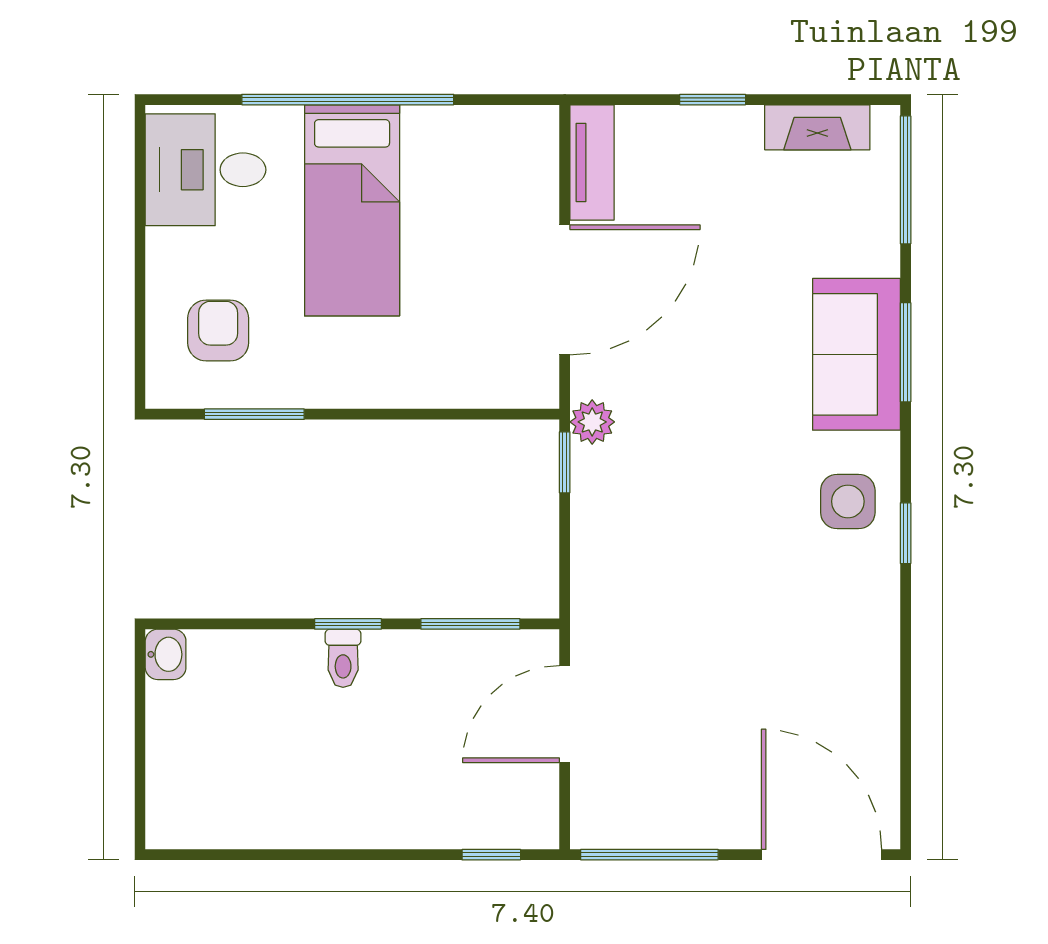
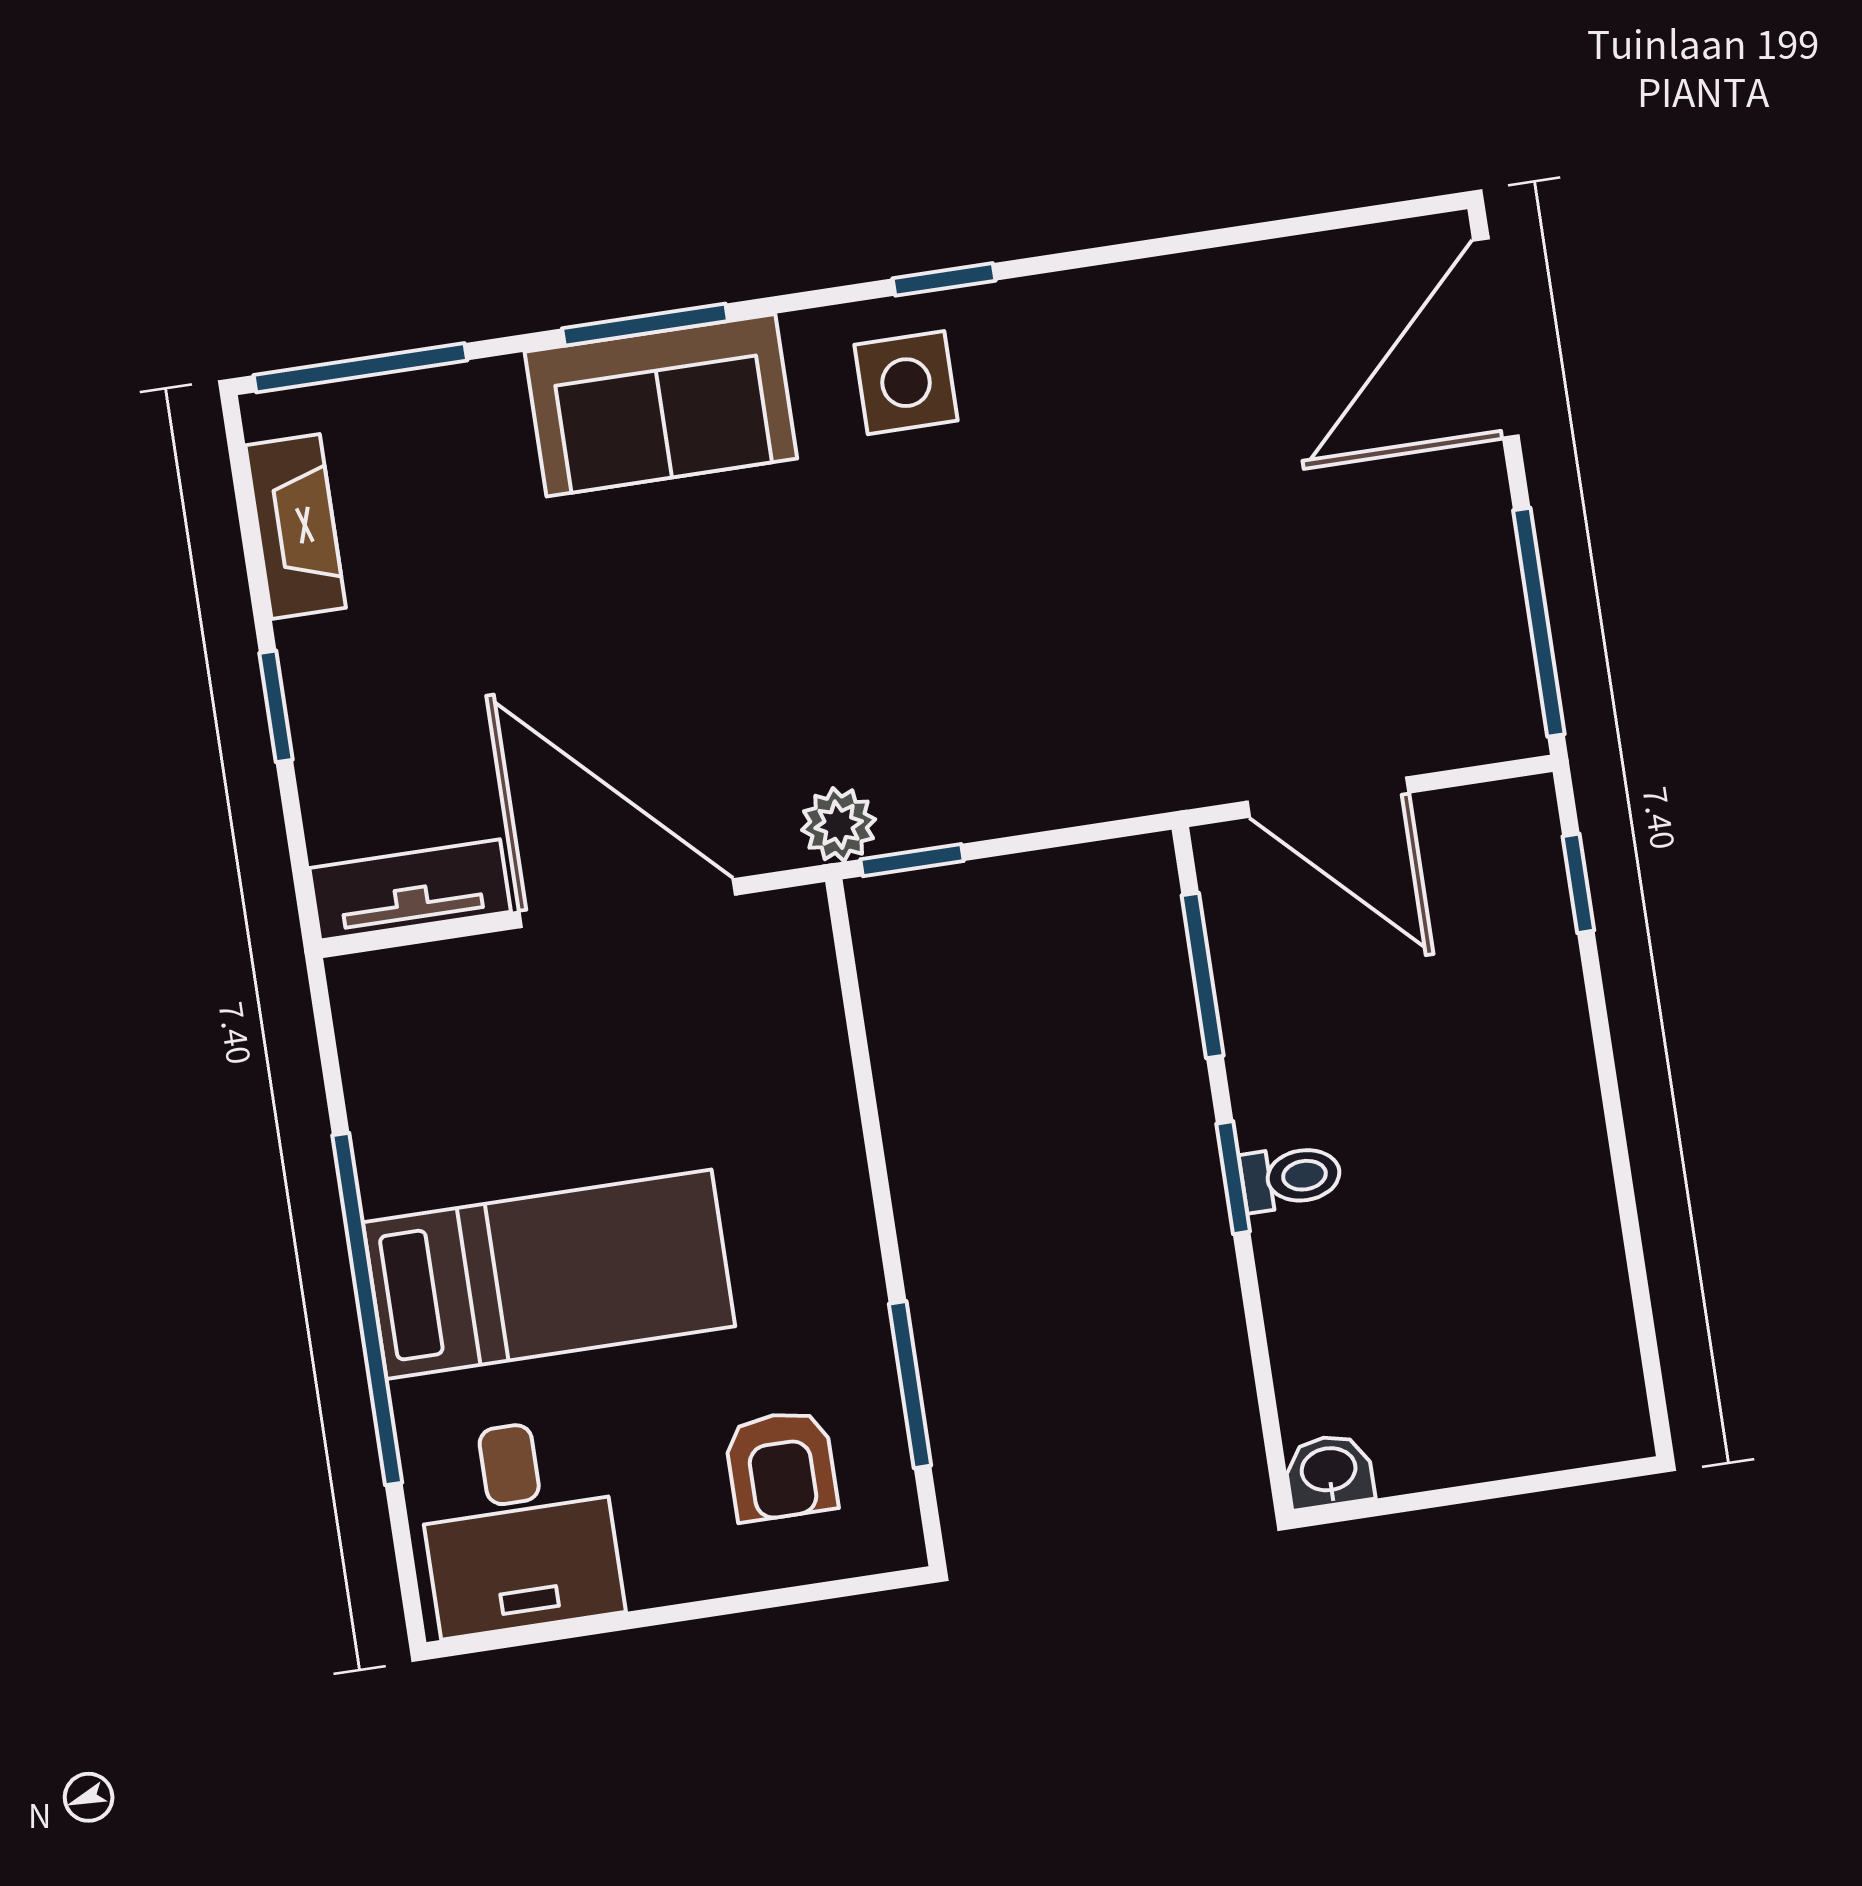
armchair: (218, 331) -> (781, 1465), turned -90

